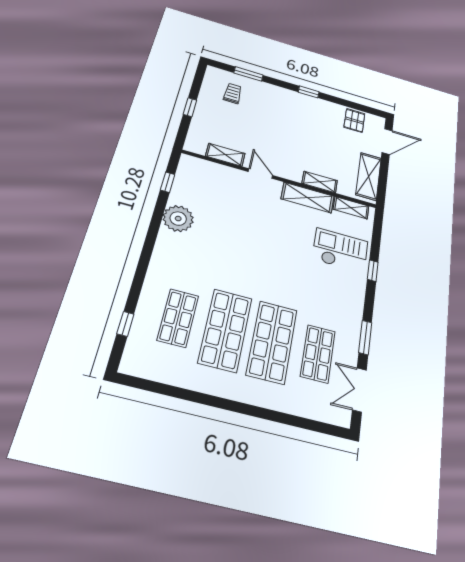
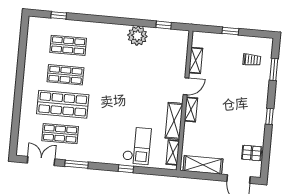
shelving: (320, 182) -> (191, 109), moved
shop shelf: (225, 330) -> (65, 75), width x0.70, depth x0.74

